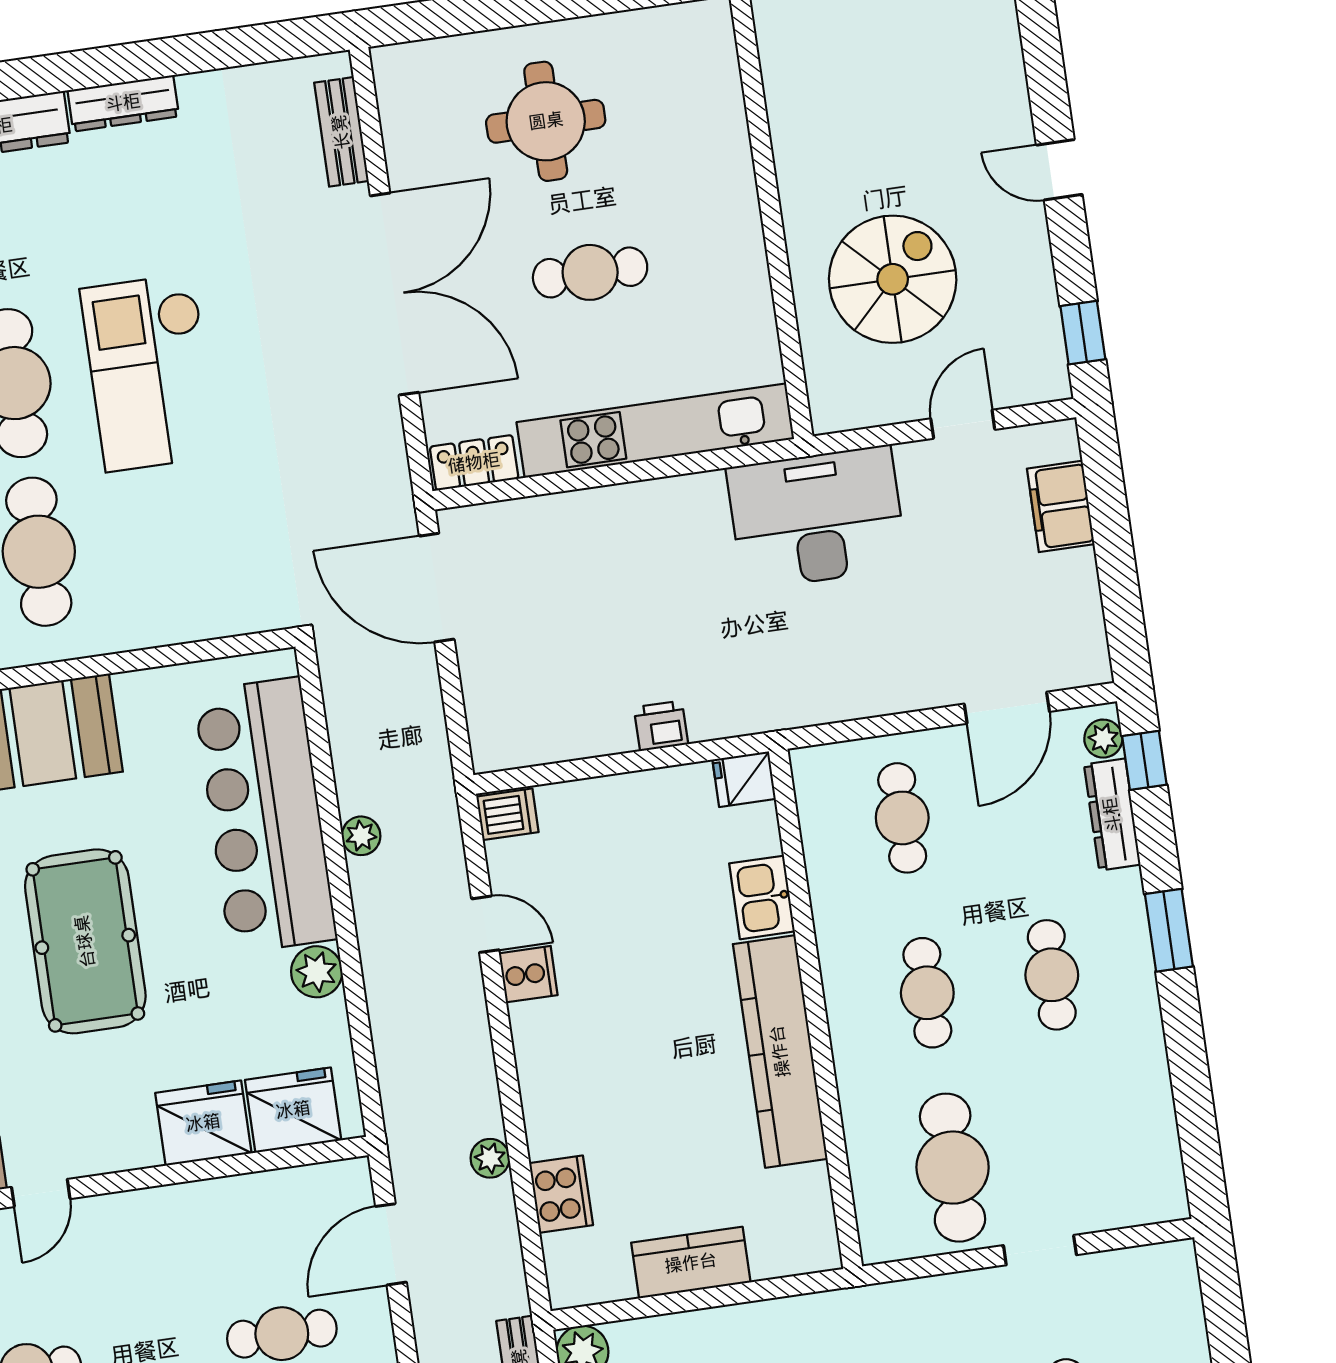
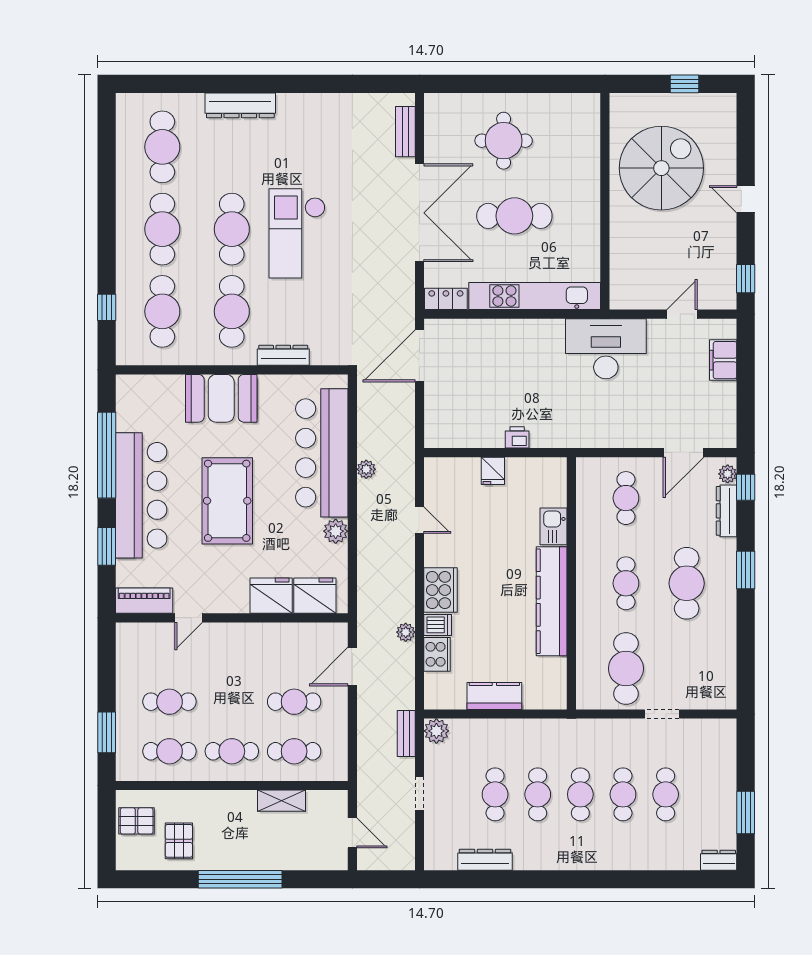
dresser: (123, 103) -> (283, 355), moved, turned 180
cafe table: (590, 272) -> (514, 216), width x1.37, depth x1.35
spiral stairs: (893, 279) -> (661, 168), moved, width x1.37, depth x1.37
door: (437, 588) -> (419, 356), hinge flipped
fridge: (744, 779) -> (493, 471), moved, turned -90
dishwasher: (507, 814) -> (438, 625), moved
cooker: (528, 974) -> (441, 590), moved, width x1.87, depth x1.31
cafe table: (1052, 975) -> (687, 583), width x1.37, depth x1.35

